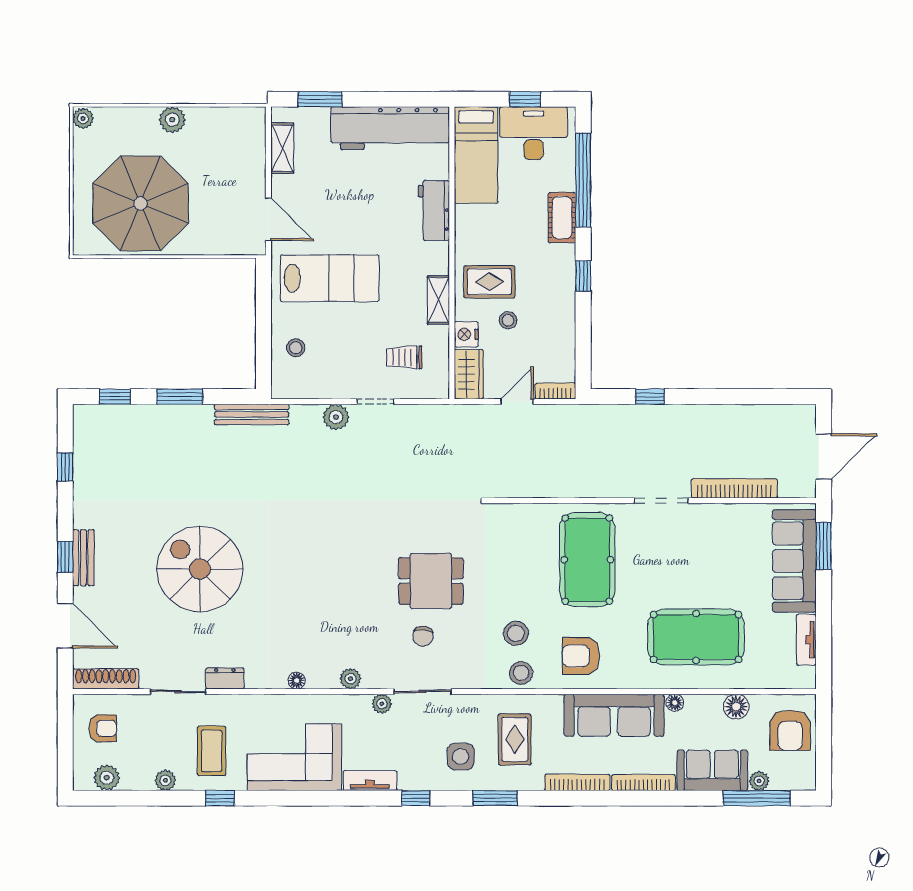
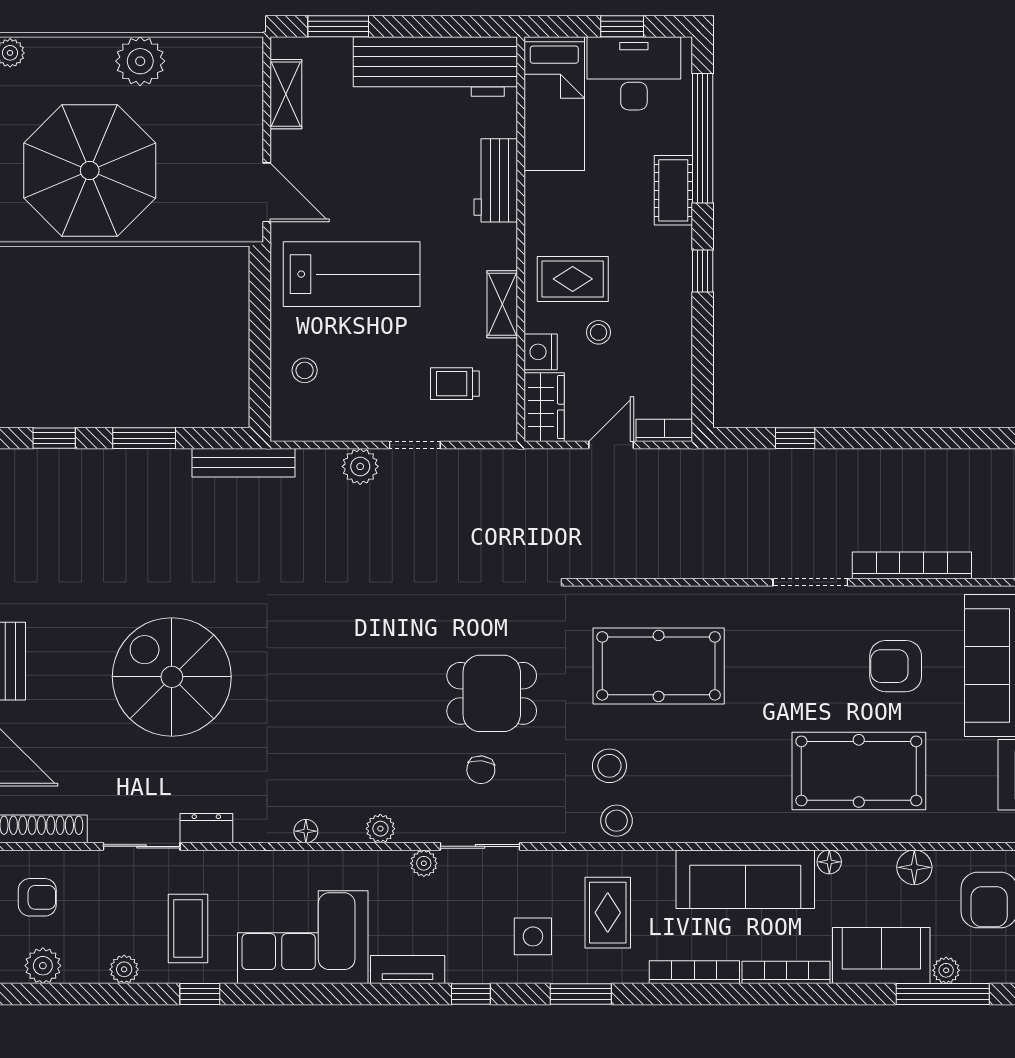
plant: (172, 120) -> (140, 61), width x1.36, depth x1.36
pool table: (587, 560) -> (659, 666), moved, turned 90
armchair: (581, 656) -> (896, 666), moved

